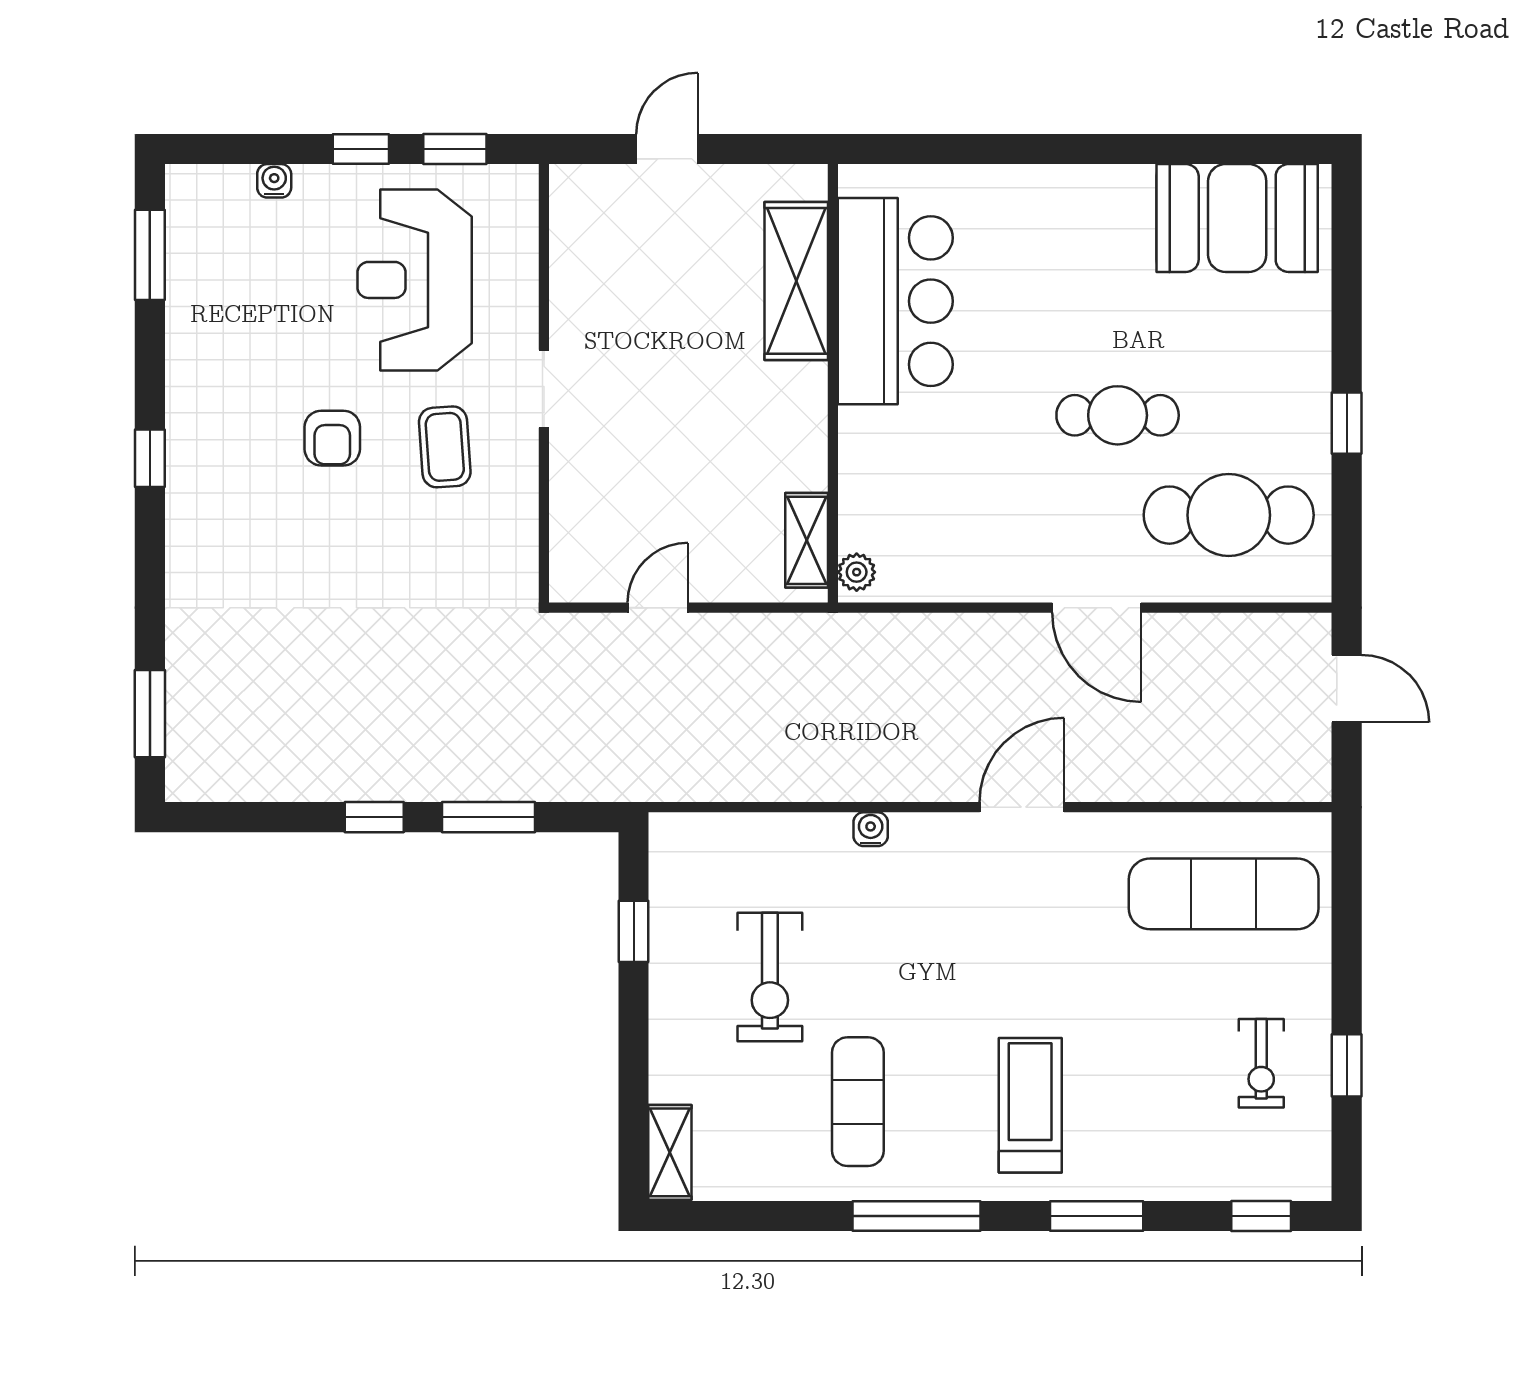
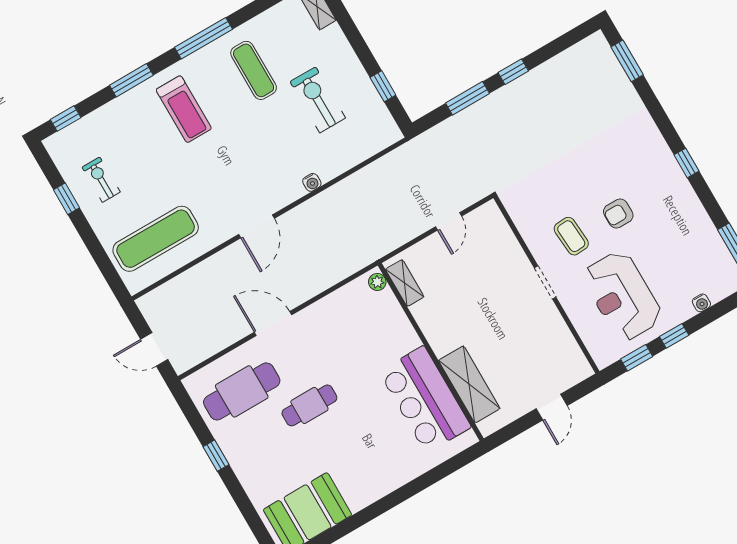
reception desk: (415, 280) -> (622, 296), turned 180
armchair: (332, 438) -> (618, 213), turned -90

